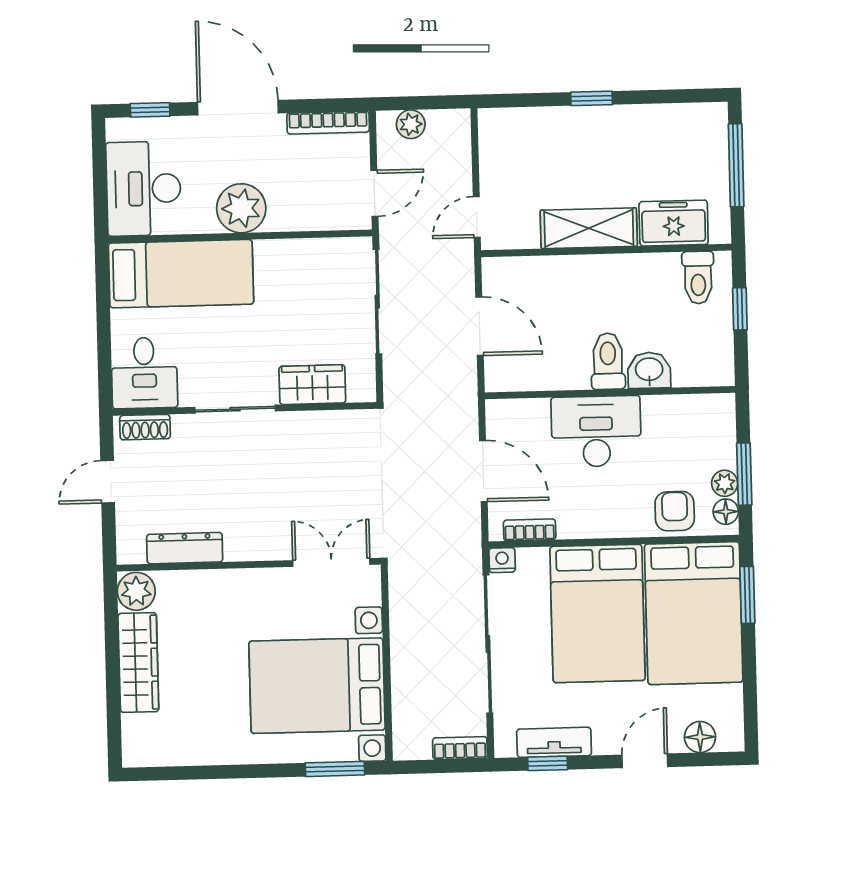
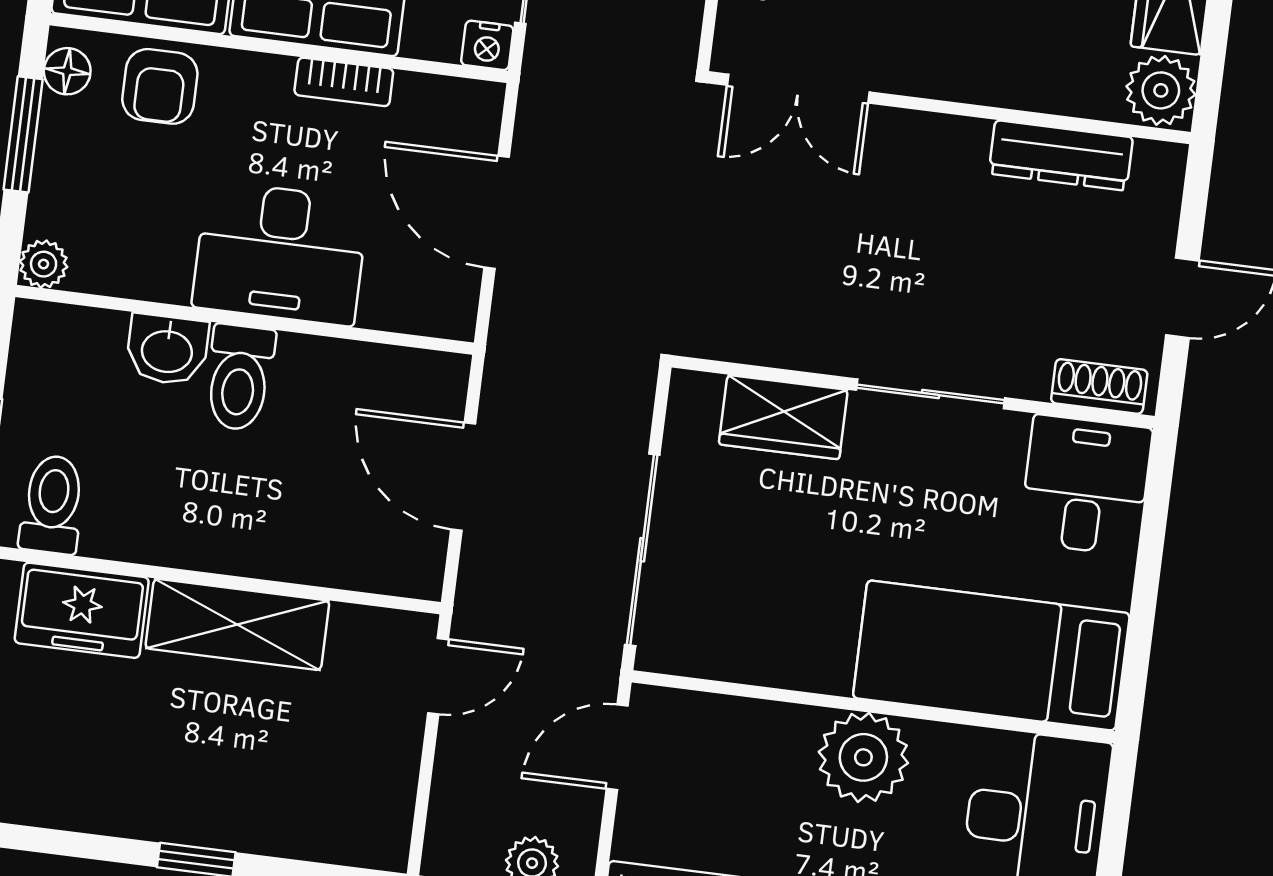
plant: (725, 483) -> (44, 264), moved
bookcase: (530, 530) -> (344, 82), moved

